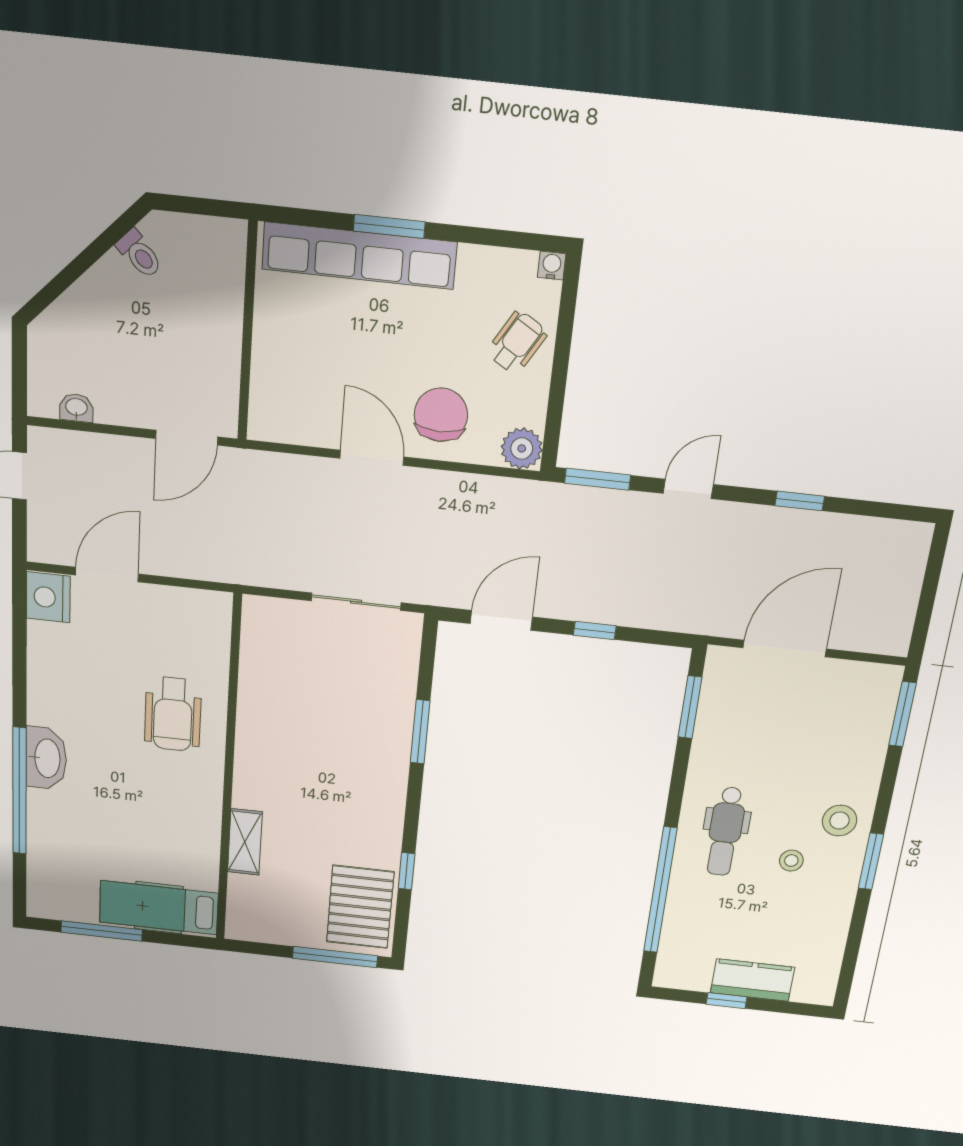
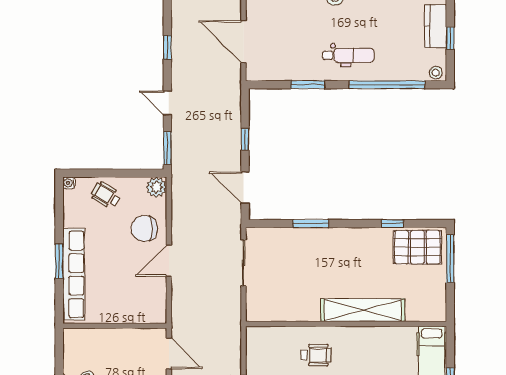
window: (690, 707) -> (308, 85), moved
wheelchair: (173, 714) -> (316, 355), width x0.73, depth x0.73
shelving: (245, 842) -> (363, 310), width x2.20, depth x1.33
stool: (791, 861) -> (436, 73), moved

